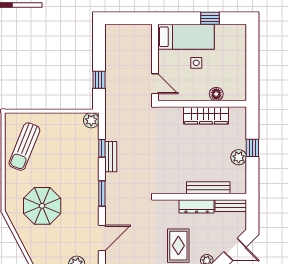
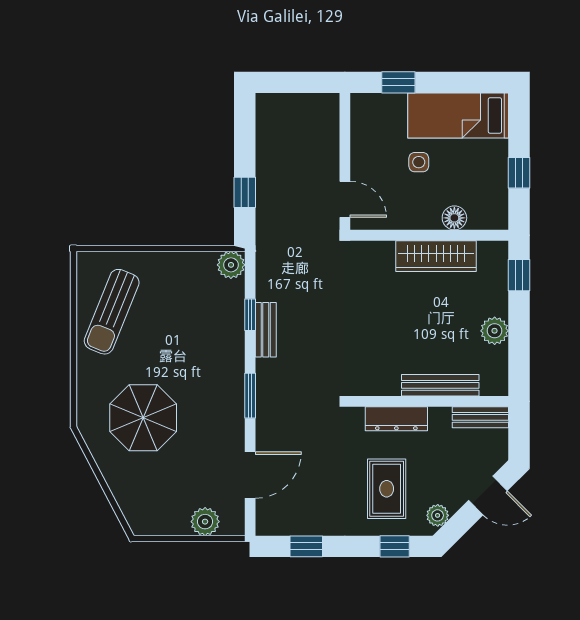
window: (210, 18) -> (398, 82), moved
bed: (186, 37) -> (458, 115), moved, turned 180
window: (252, 69) -> (519, 173), added
window: (252, 148) -> (519, 275), moved
dresser: (197, 206) -> (396, 419), moved

